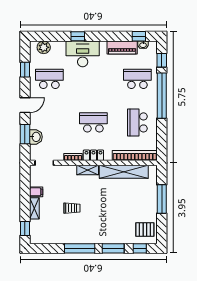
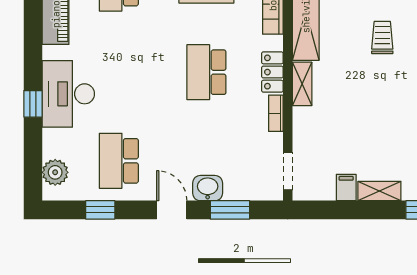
washbasin: (36, 137) -> (208, 188), moved
trolley: (72, 208) -> (382, 38), moved

